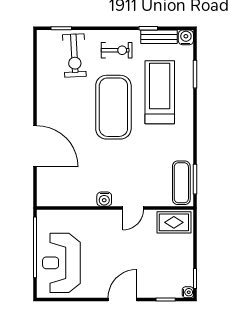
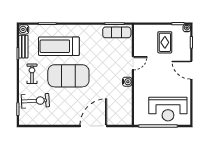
door: (133, 208) -> (133, 63), hinge flipped
rug: (174, 222) -> (165, 42), moved

